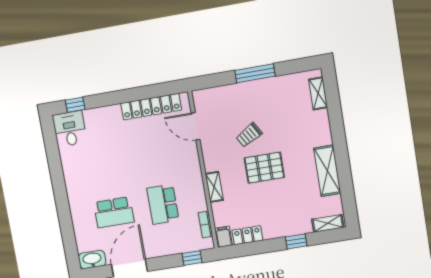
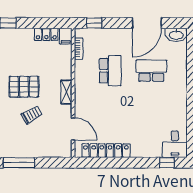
shelving: (214, 187) -> (66, 92), moved

